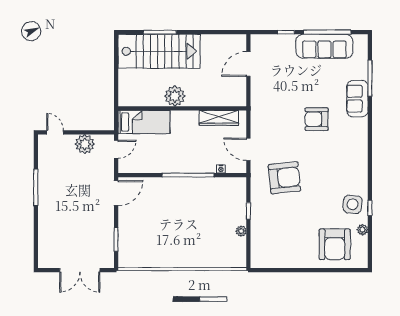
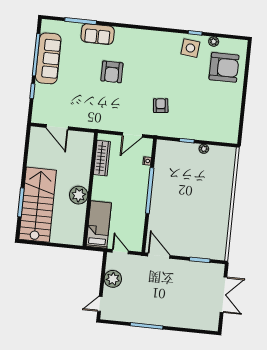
armchair: (284, 178) -> (161, 106), width x0.53, depth x0.53

